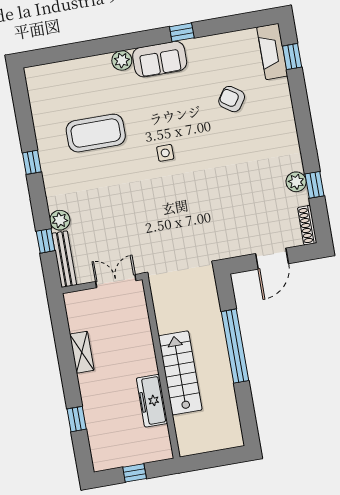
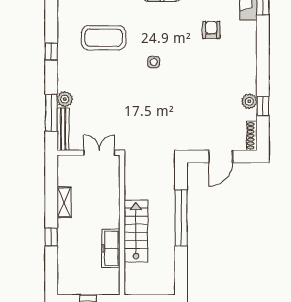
armchair: (232, 99) -> (211, 30), turned 56
window: (46, 241) -> (51, 113), width x2.17
window: (77, 419) -> (51, 237), moved

